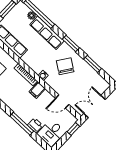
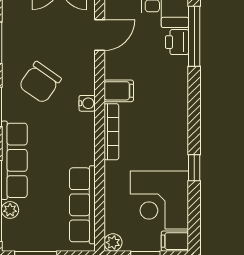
door: (62, 101) -> (100, 35), hinge flipped
window: (22, 124) -> (194, 36), moved

